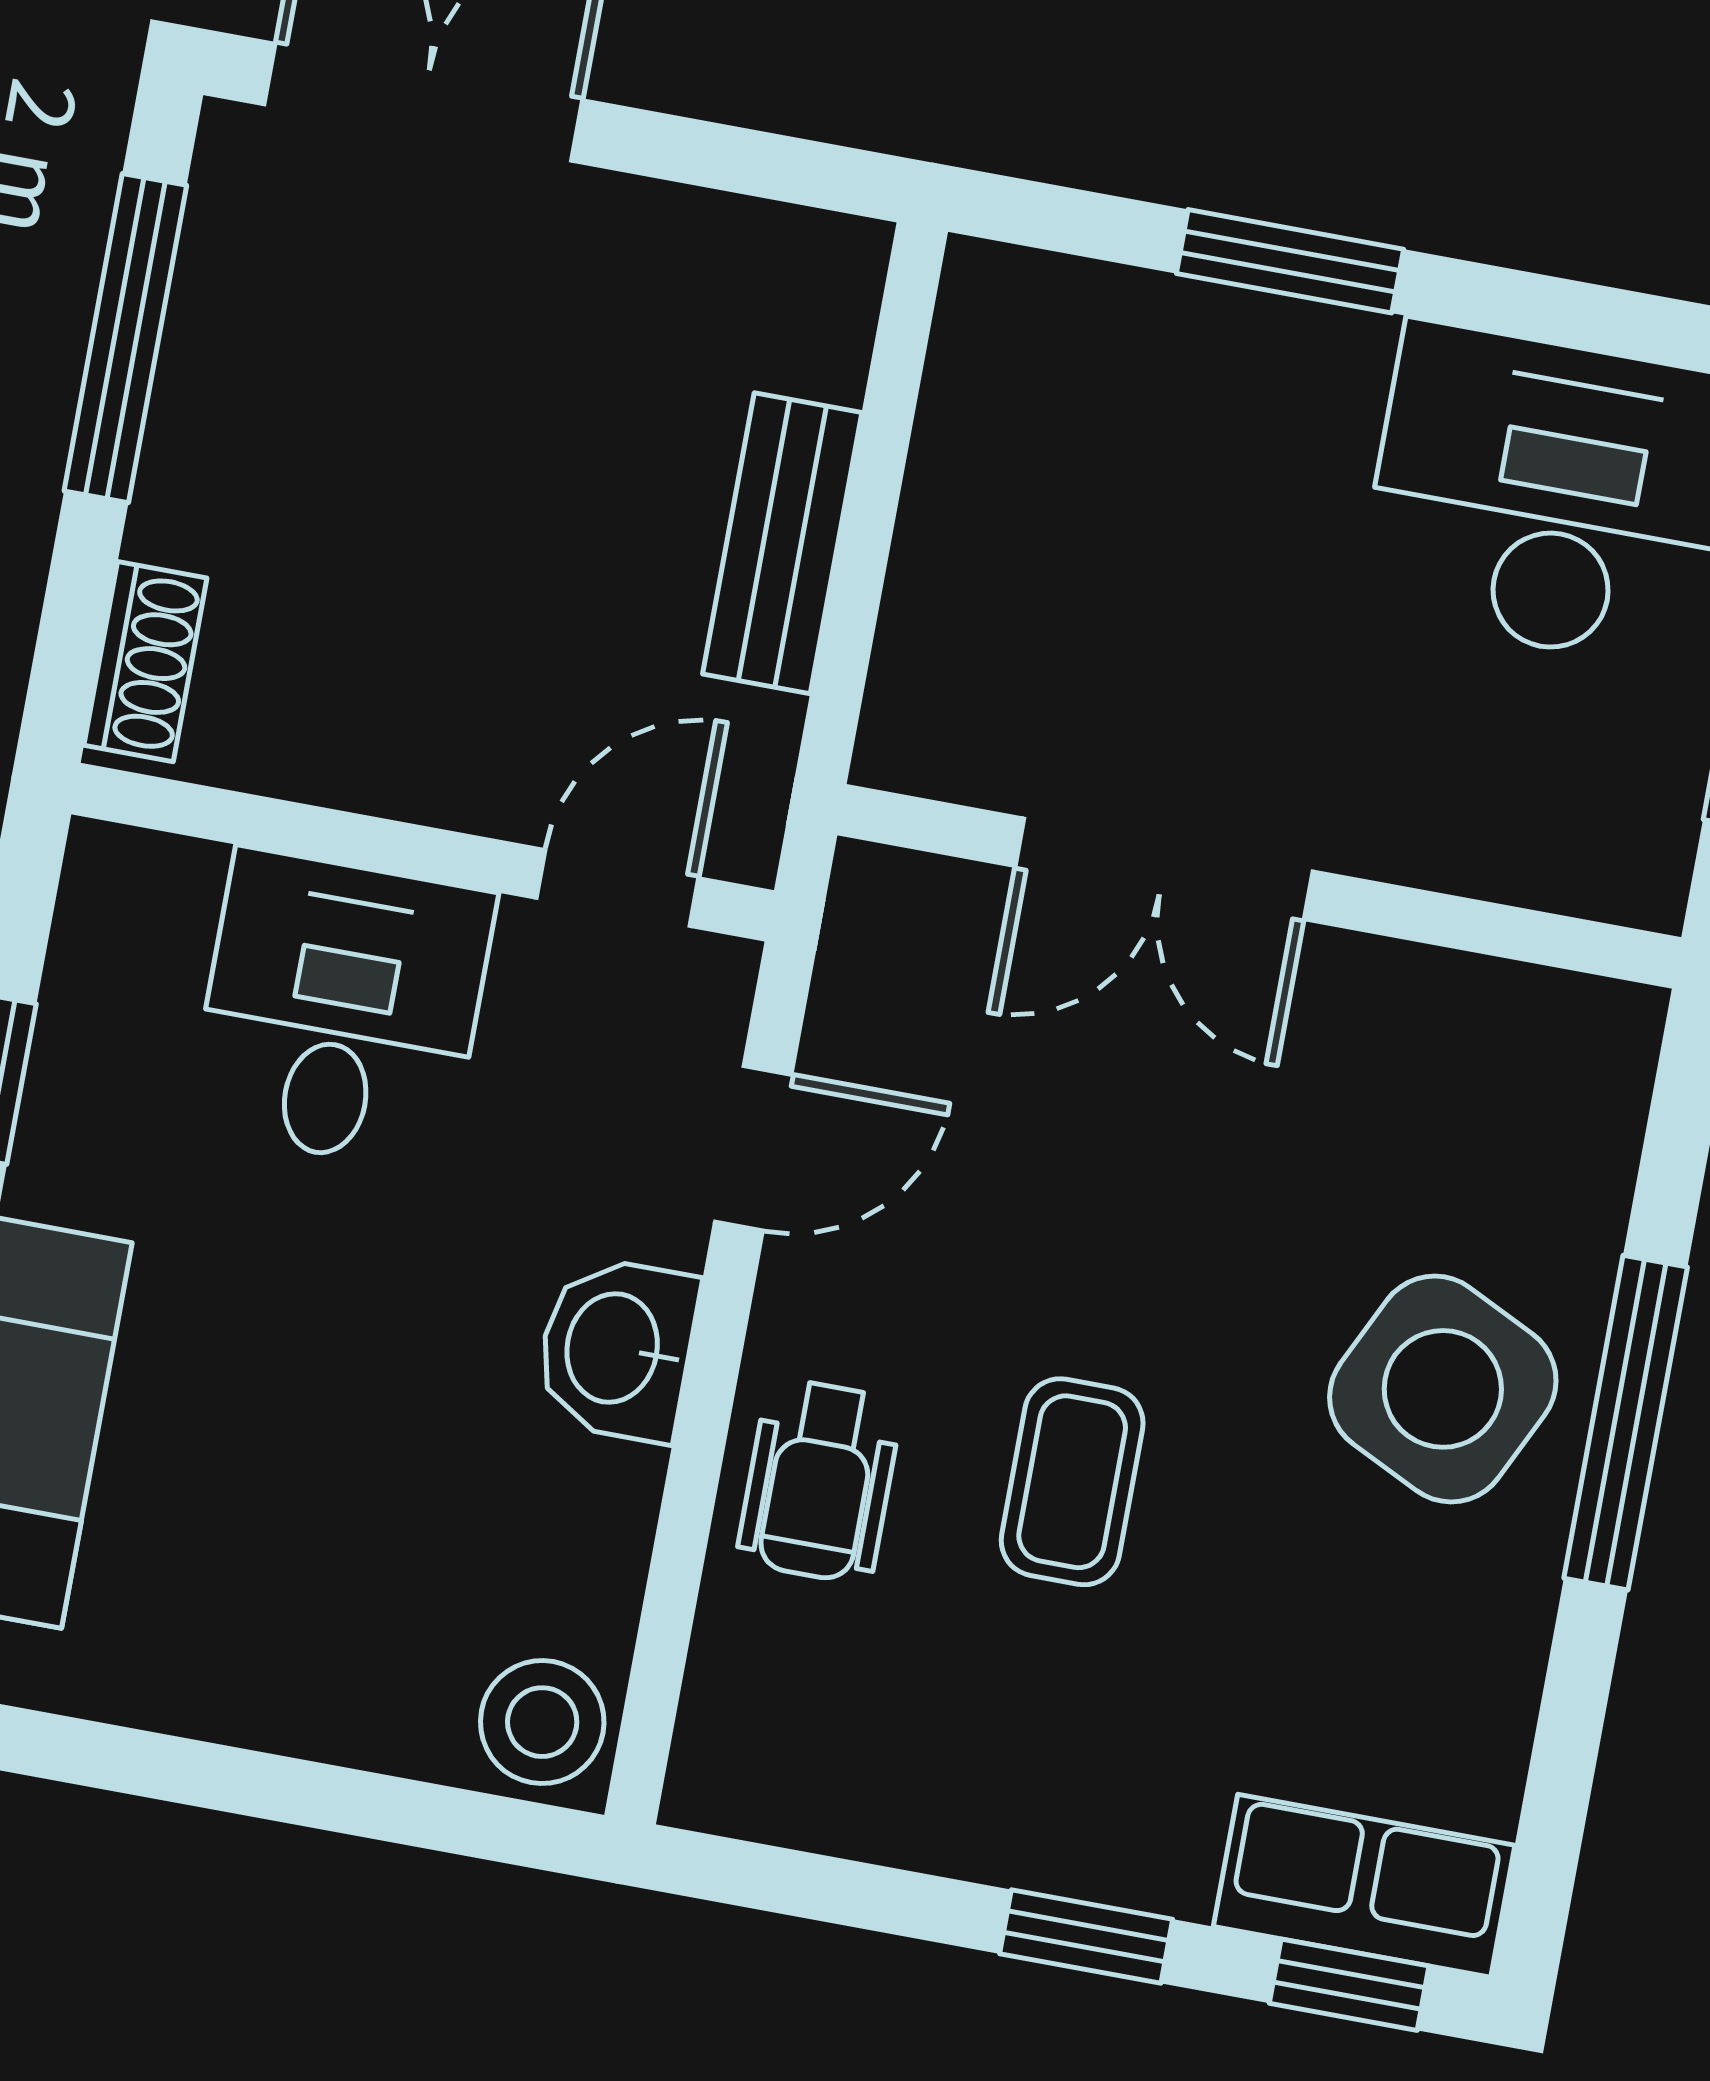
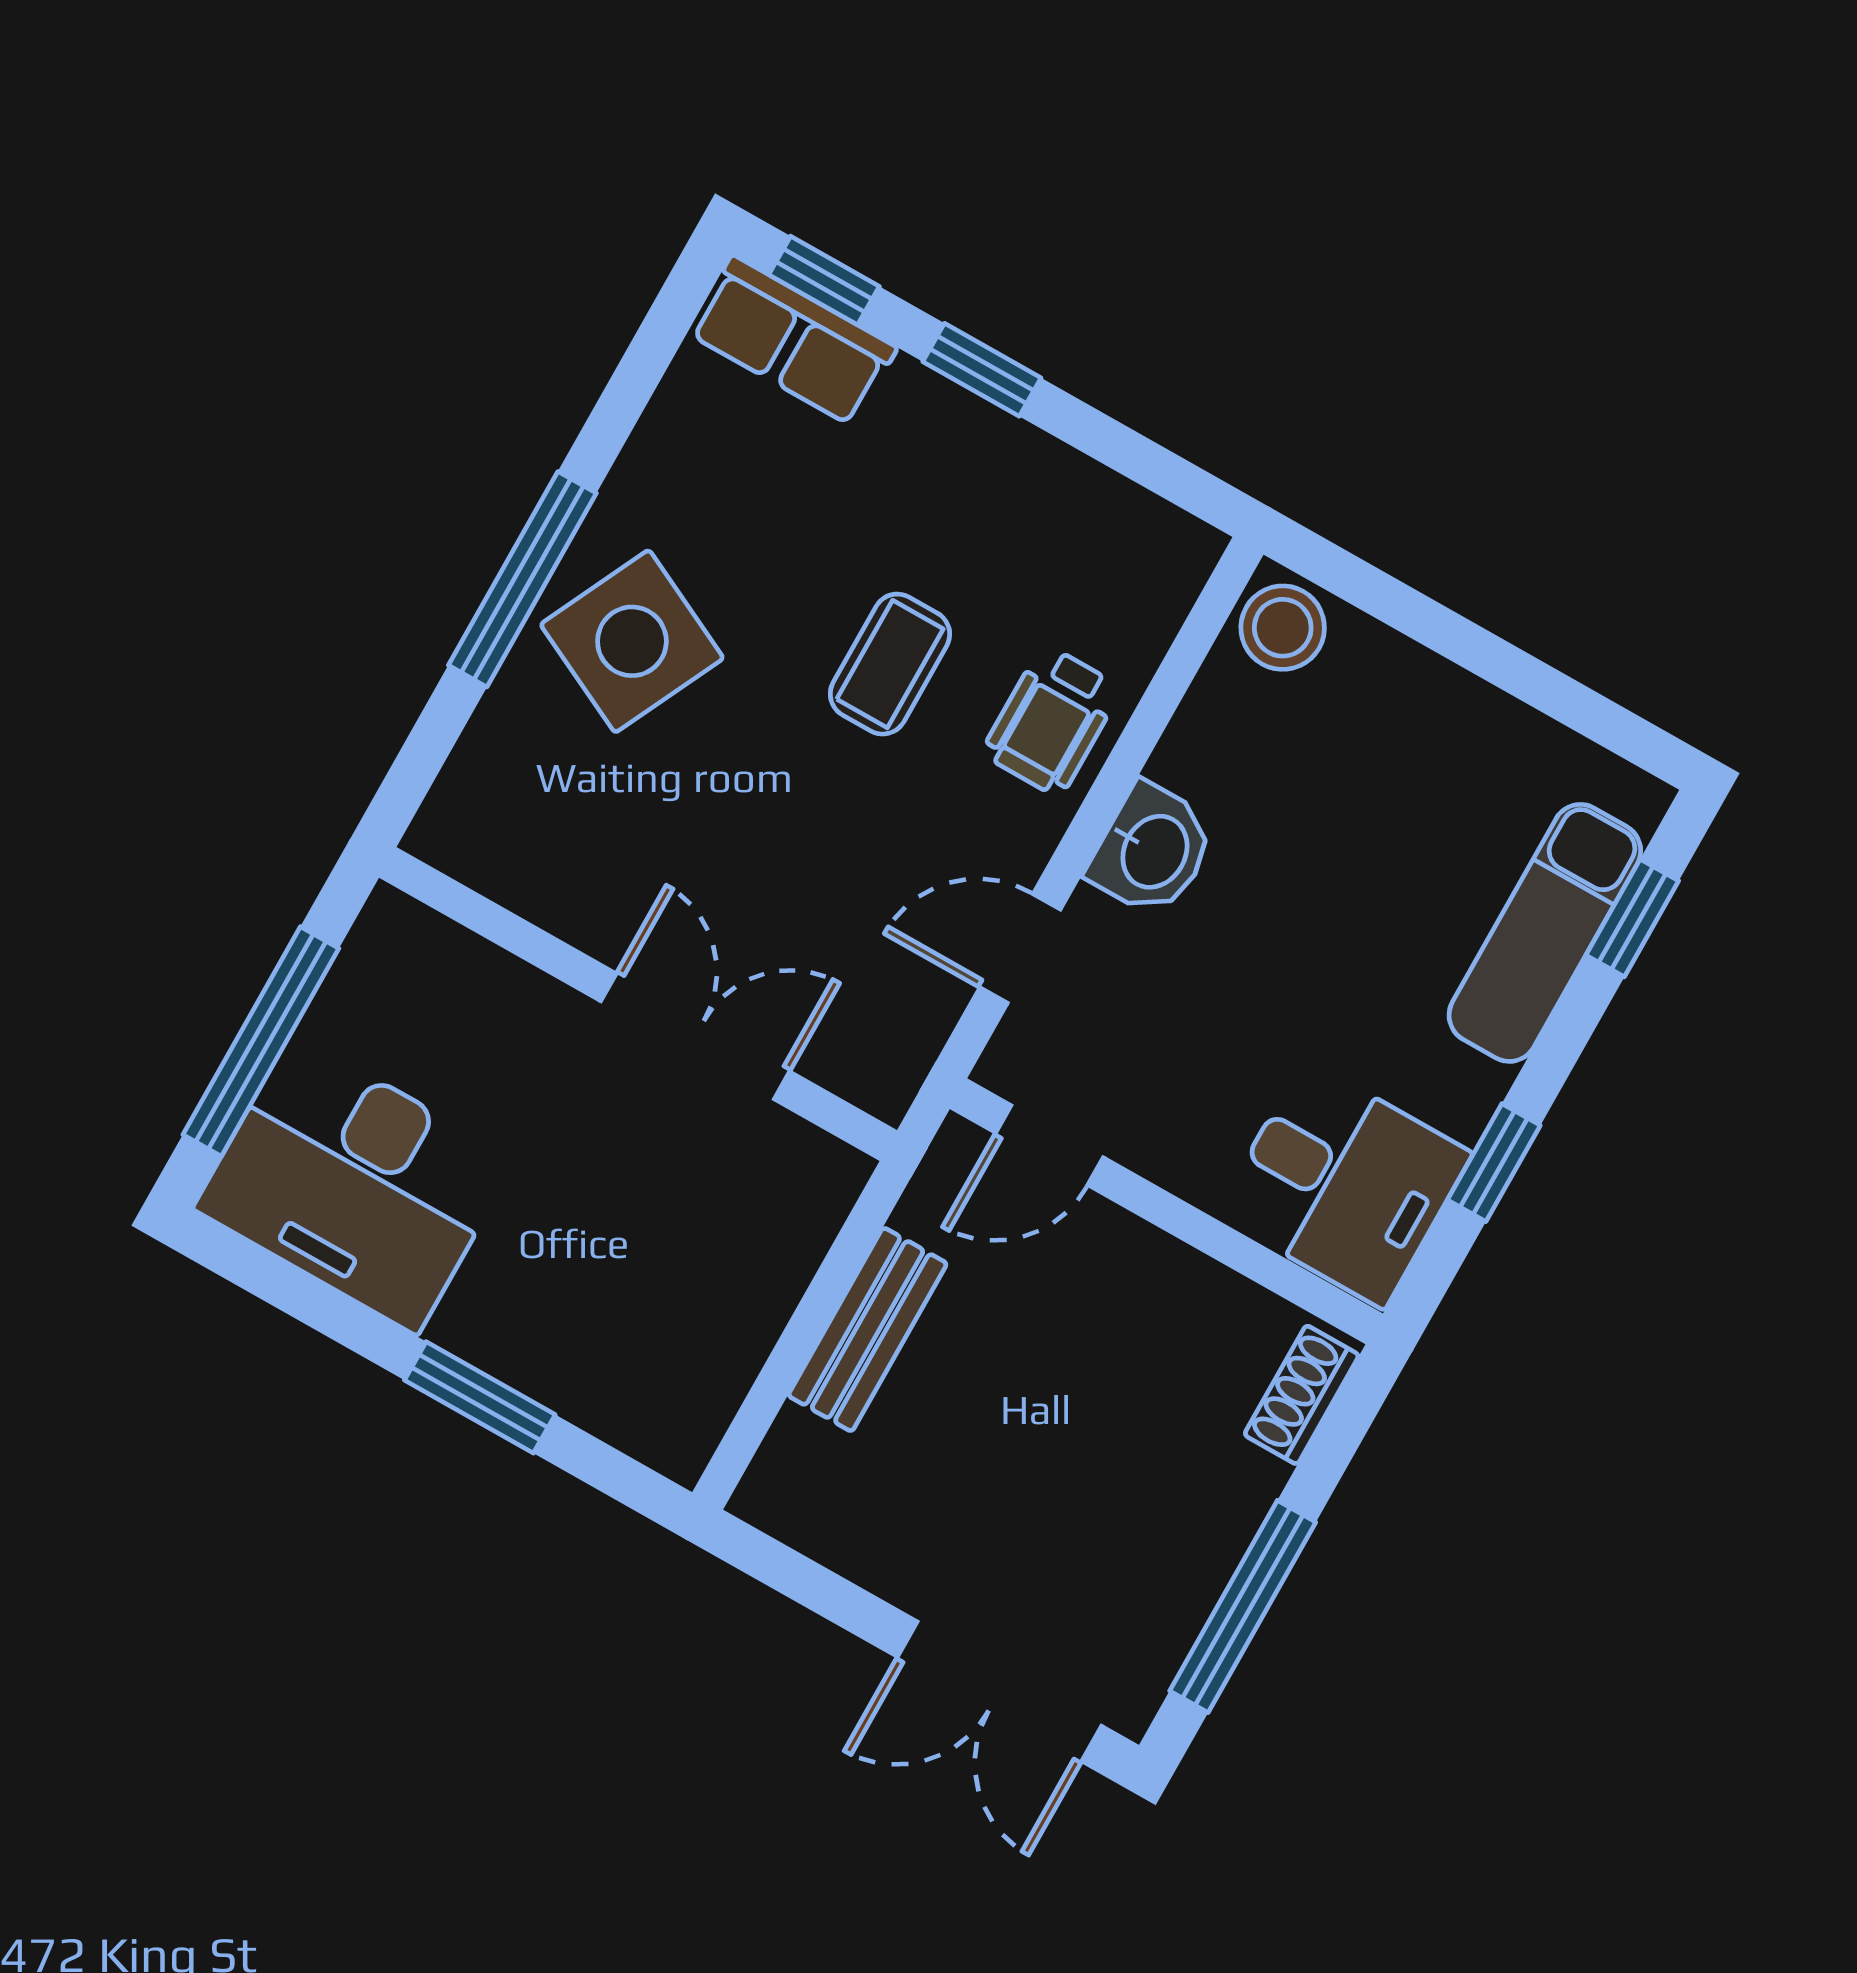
desk: (341, 1010) -> (1344, 1184), moved, turned -90
wheelchair: (819, 1481) -> (1052, 721), turned 180

